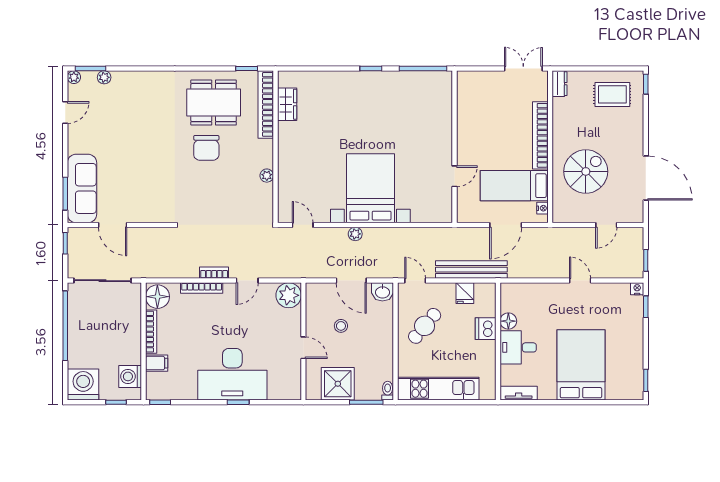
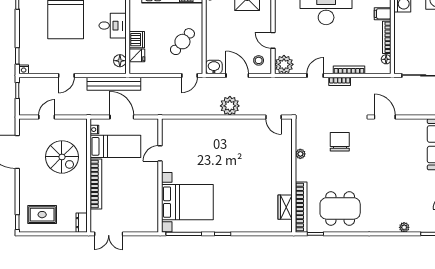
plant: (104, 77) -> (404, 227), moved
chair: (206, 148) -> (340, 142), moved
spiral stairs: (586, 171) -> (62, 157), turned -90
bed with nightstands: (370, 188) -> (187, 202), moved, turned -90
door: (113, 225) -> (385, 117), moved
door: (506, 225) -> (122, 117), hinge flipped
plant: (355, 234) -> (230, 106), width x1.88, depth x1.88
bench: (471, 270) -> (114, 84), moved
door: (415, 281) -> (189, 75), hinge flipped
door: (580, 281) -> (66, 75), hinge flipped
fridge: (465, 293) -> (137, 55), moved, turned 90
floor lamp: (157, 297) -> (386, 59), width x0.53, depth x0.53
floor lamp: (508, 321) -> (120, 61), moved
stool: (341, 326) -> (259, 60), moved
door: (303, 348) -> (273, 40), moved

